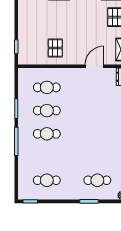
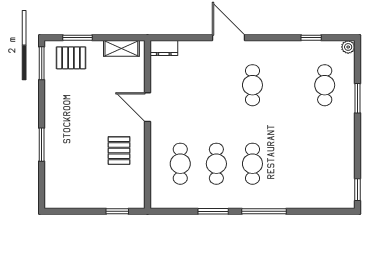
pallet: (55, 48) -> (119, 151), turned 90
door: (95, 66) -> (147, 107), moved
cafe table: (47, 180) -> (252, 85), moved

